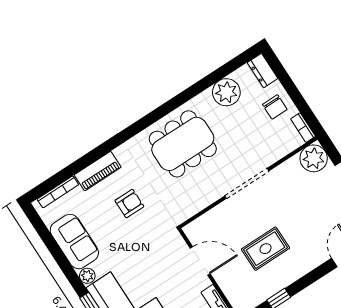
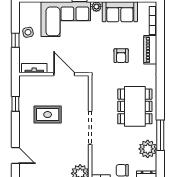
window: (198, 88) -> (160, 135), added
rug: (266, 249) -> (48, 115), turned 90
door: (200, 261) -> (64, 74), swing flipped

